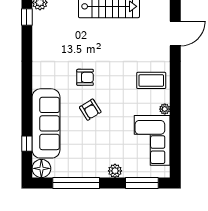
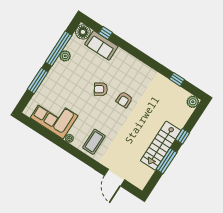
window: (27, 17) -> (177, 79), moved
sofa: (46, 123) -> (101, 45), width x0.54, depth x0.79
plant: (115, 171) -> (65, 56), moved
window: (142, 183) -> (38, 81), moved

